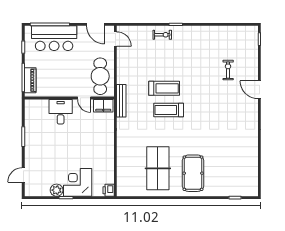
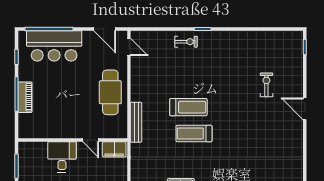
wall: (69, 98) -> (73, 140), moved
door: (84, 98) -> (91, 140), moved
filing cabinet: (103, 106) -> (114, 149), moved
desk: (61, 112) -> (62, 157), moved

